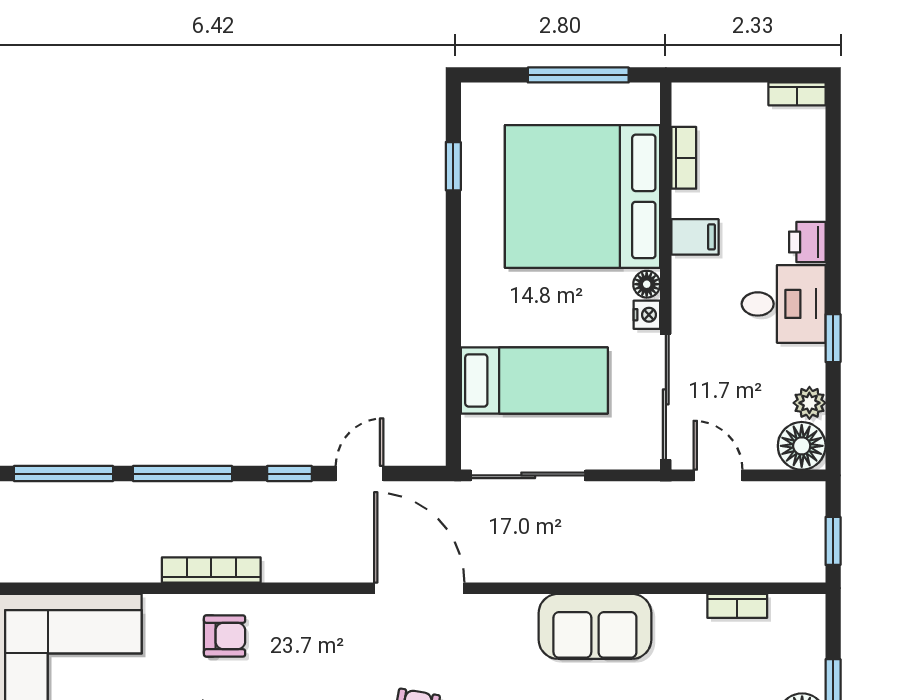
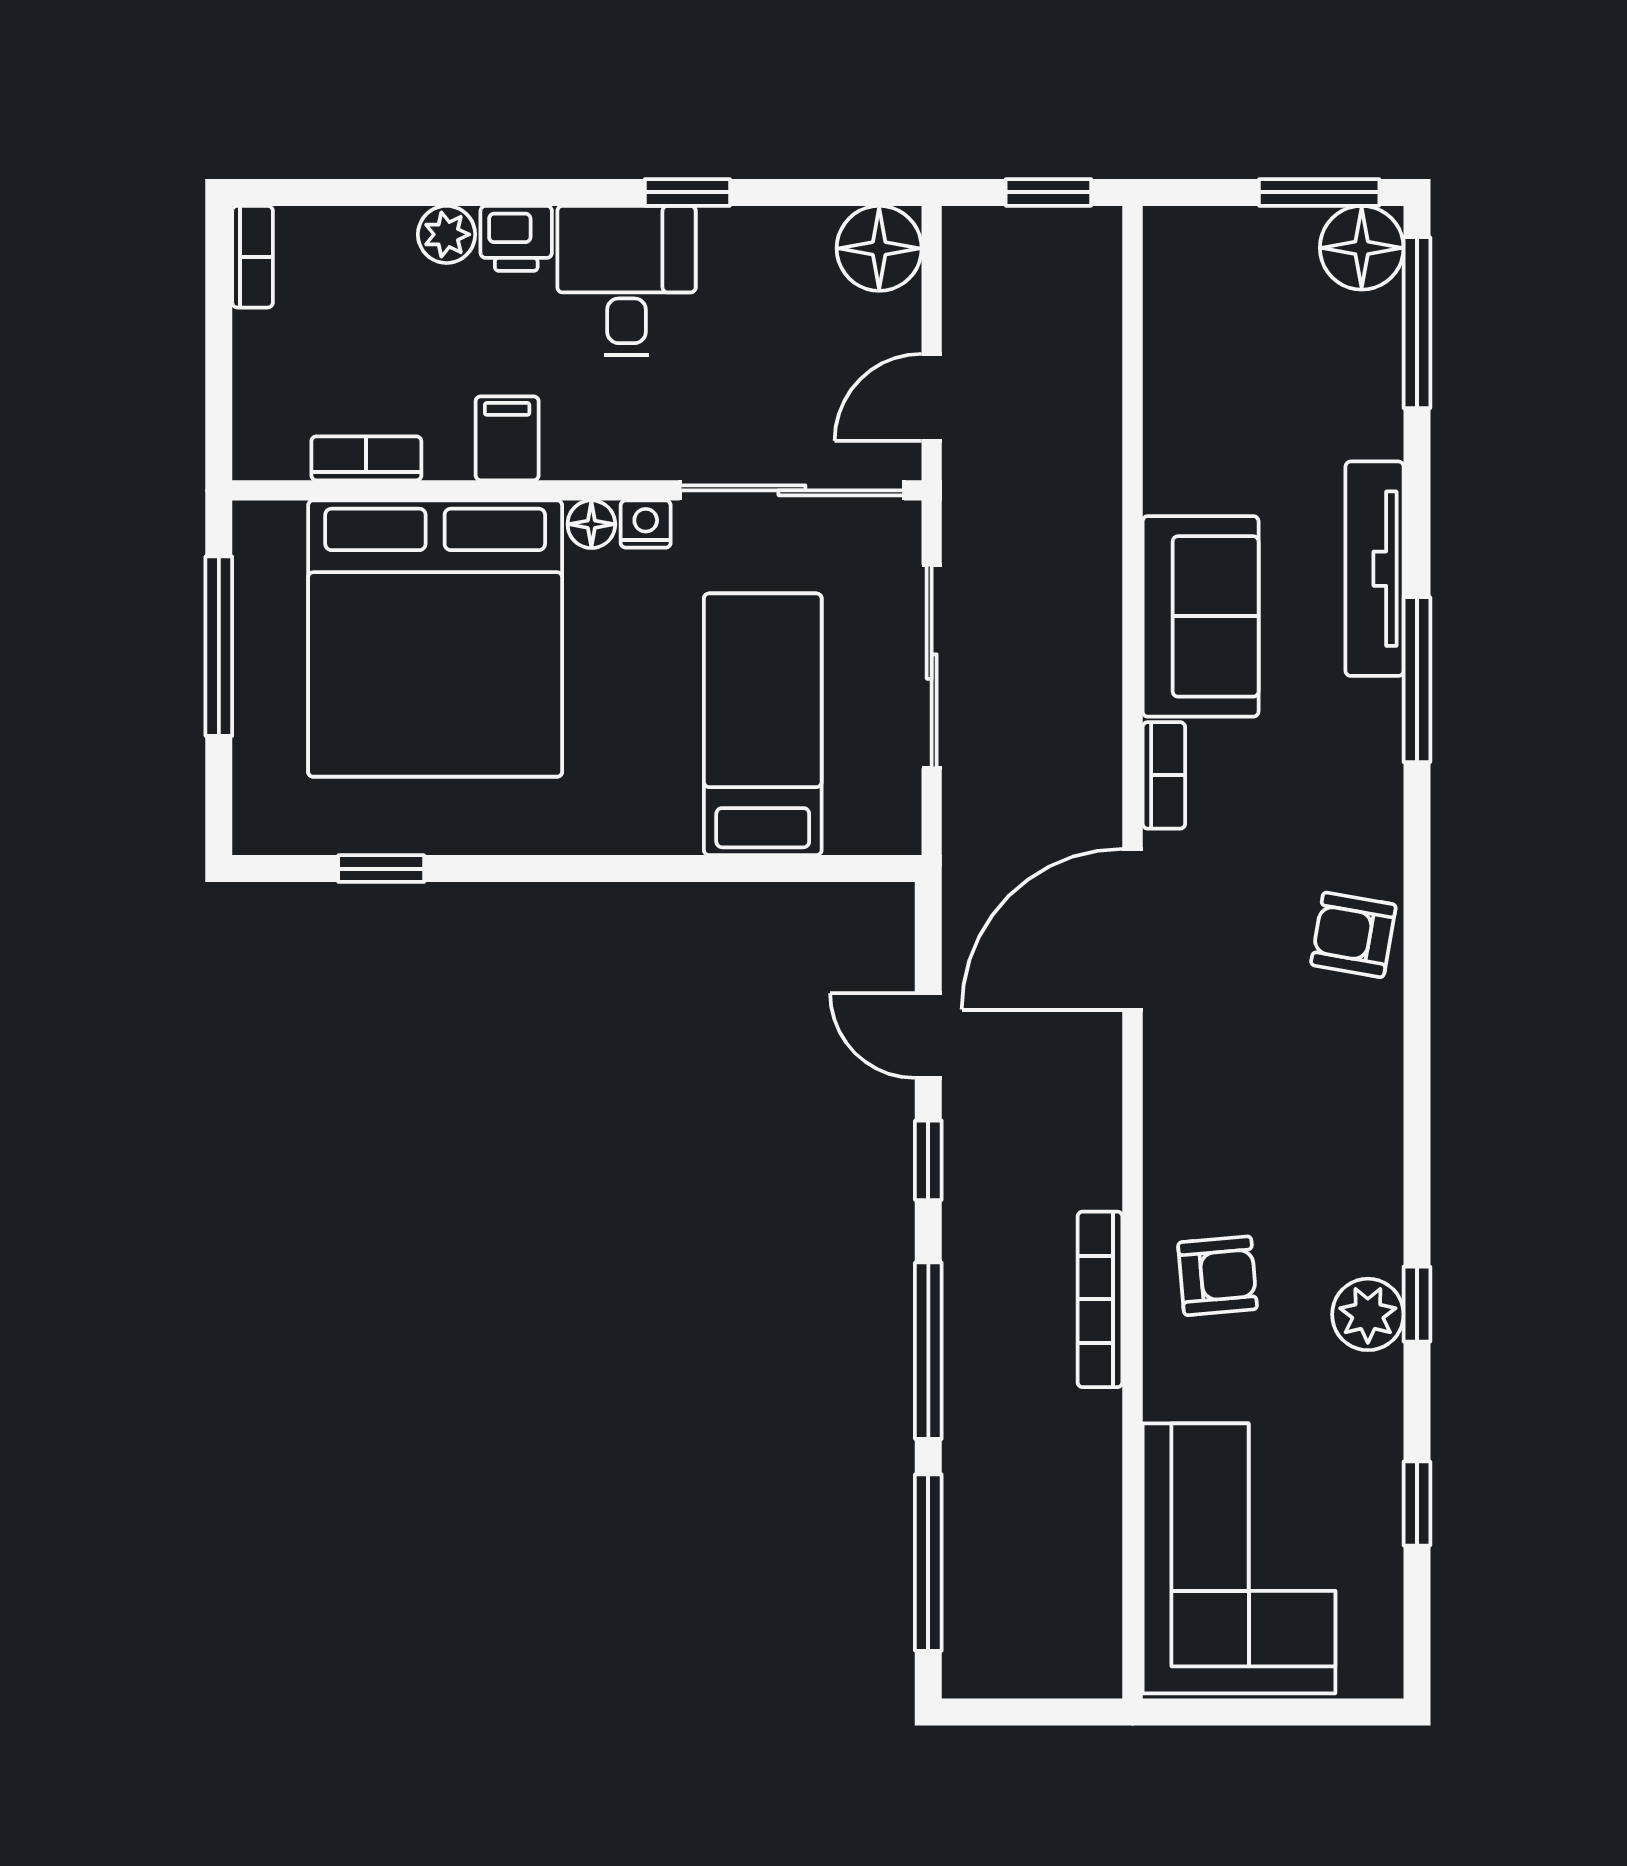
plant: (809, 403) -> (447, 234), moved
sliding door: (528, 475) -> (932, 667), moved
bookcase: (737, 606) -> (1164, 775), moved
armchair: (225, 636) -> (1218, 1276), turned 85

